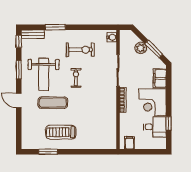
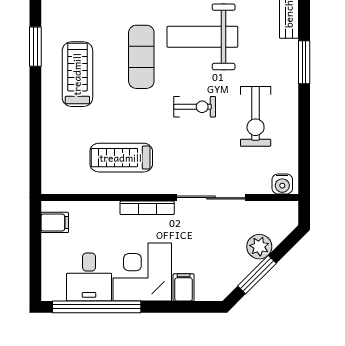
filing cabinet: (160, 78) -> (184, 287), width x0.50
treadmill: (99, 112) -> (121, 158), added
window: (169, 123) -> (97, 307), width x3.17

